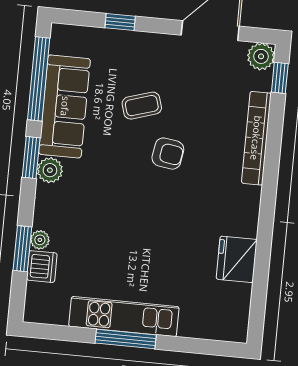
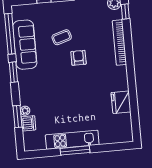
armchair: (168, 154) -> (79, 58), turned -99
plant: (50, 170) -> (24, 76), removed

